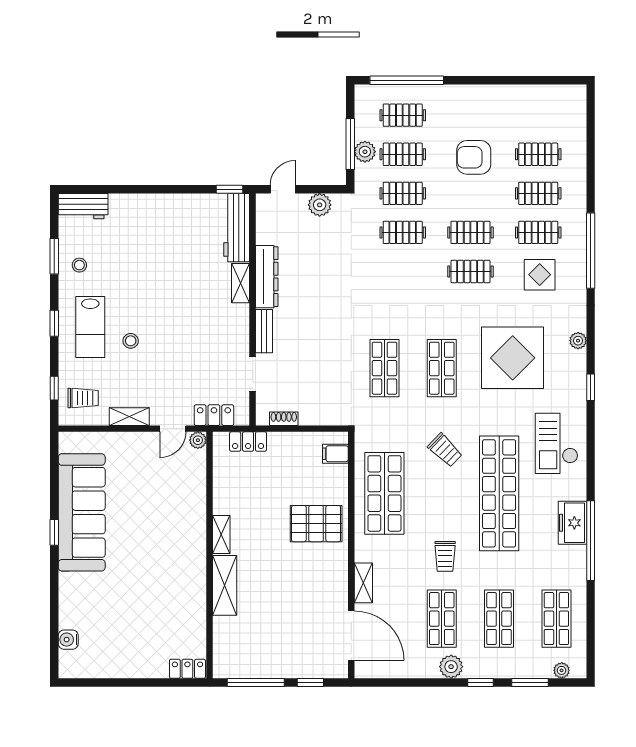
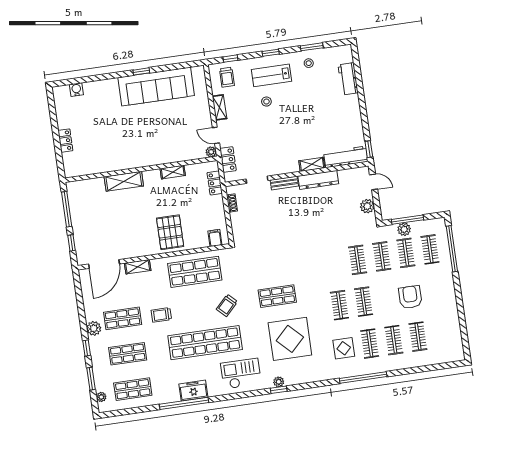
workbench: (83, 206) -> (348, 79), moved
plant: (578, 341) -> (279, 382), moved
shop shelf: (384, 368) -> (272, 261), removed
shelving: (221, 534) -> (173, 172), moved
locker: (187, 669) -> (65, 141), moved

